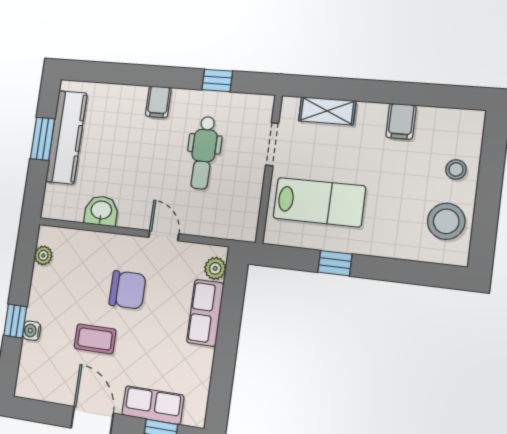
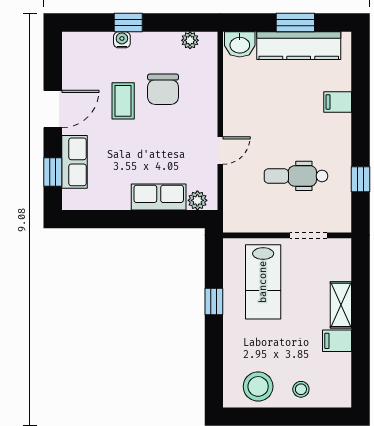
filing cabinet: (158, 102) -> (338, 102), moved
shelving: (327, 111) -> (341, 305), moved
washbasin: (101, 211) -> (240, 44), moved, turned 90
chair: (127, 290) -> (163, 89), moved

